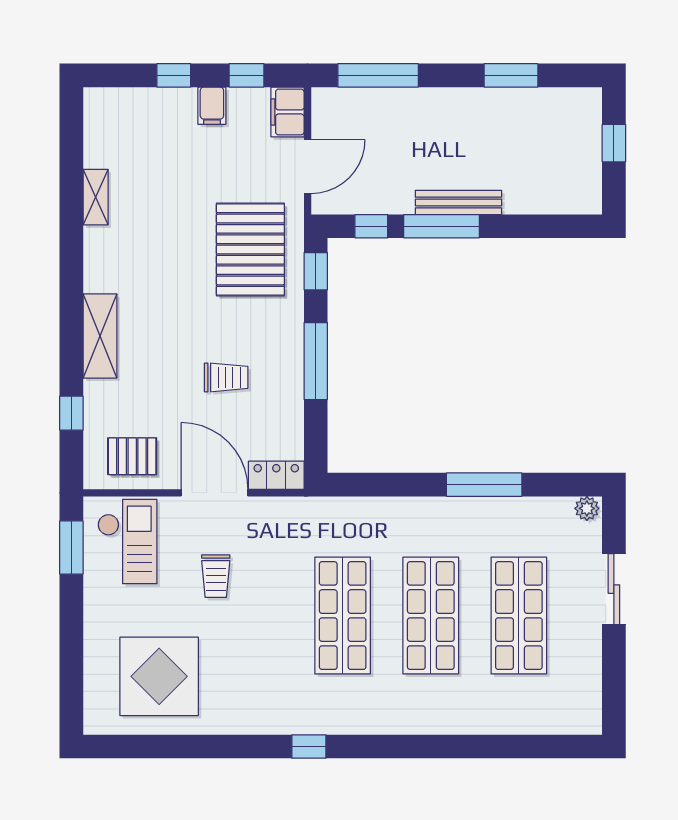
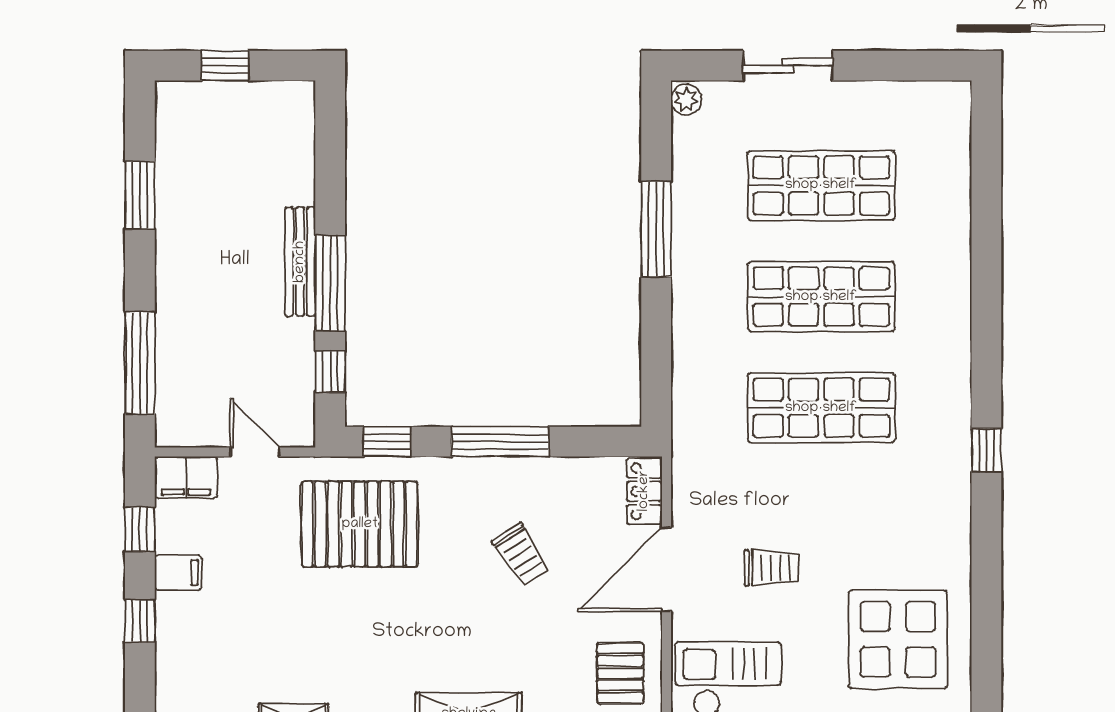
door: (308, 167) -> (255, 452), width x0.73
trolley: (226, 377) -> (521, 555), turned 147

